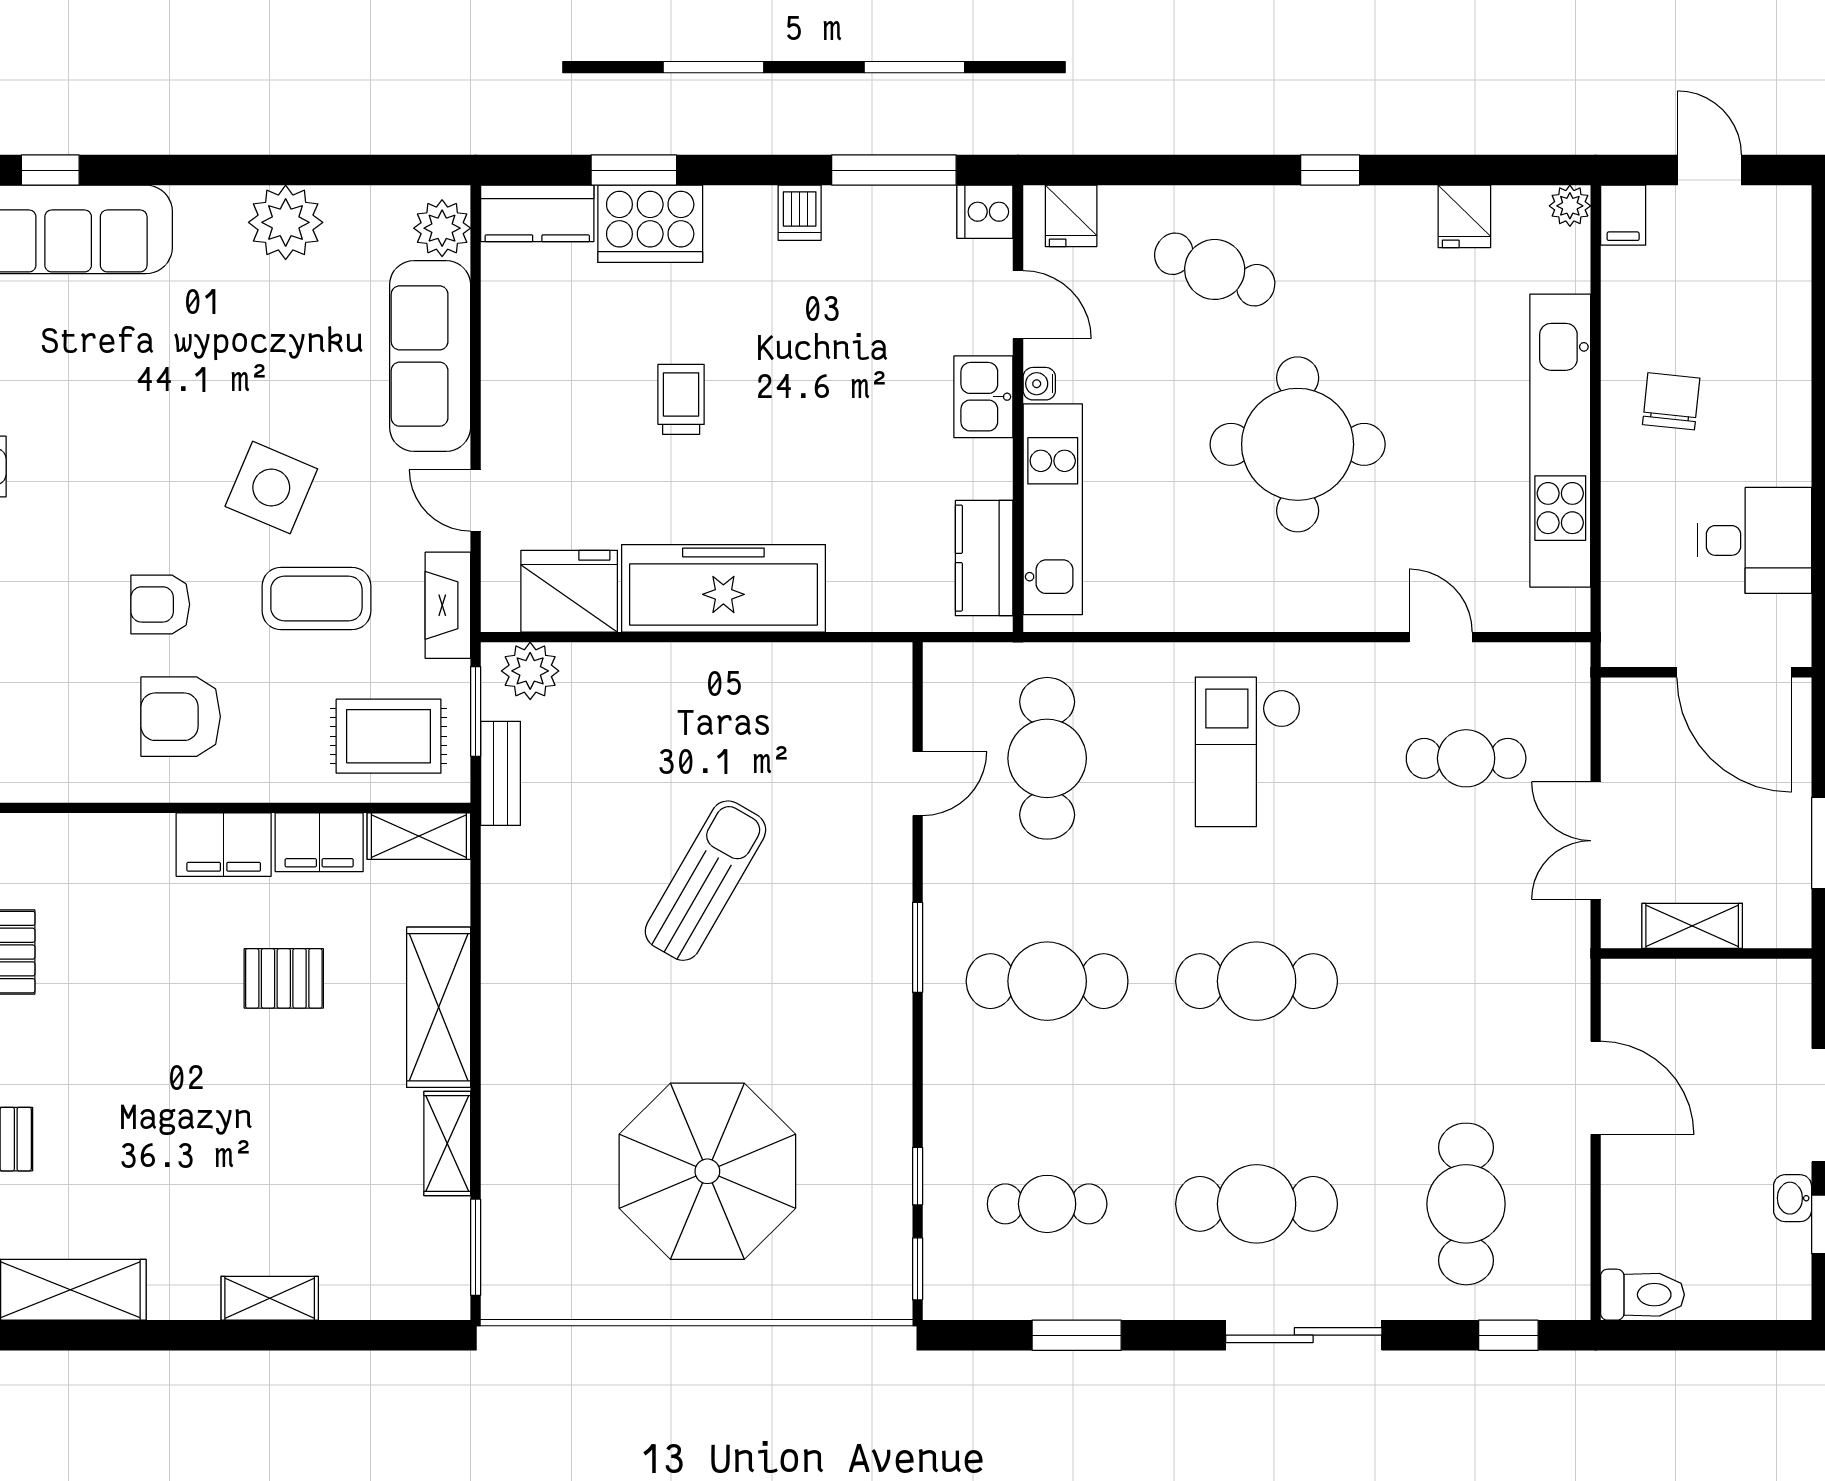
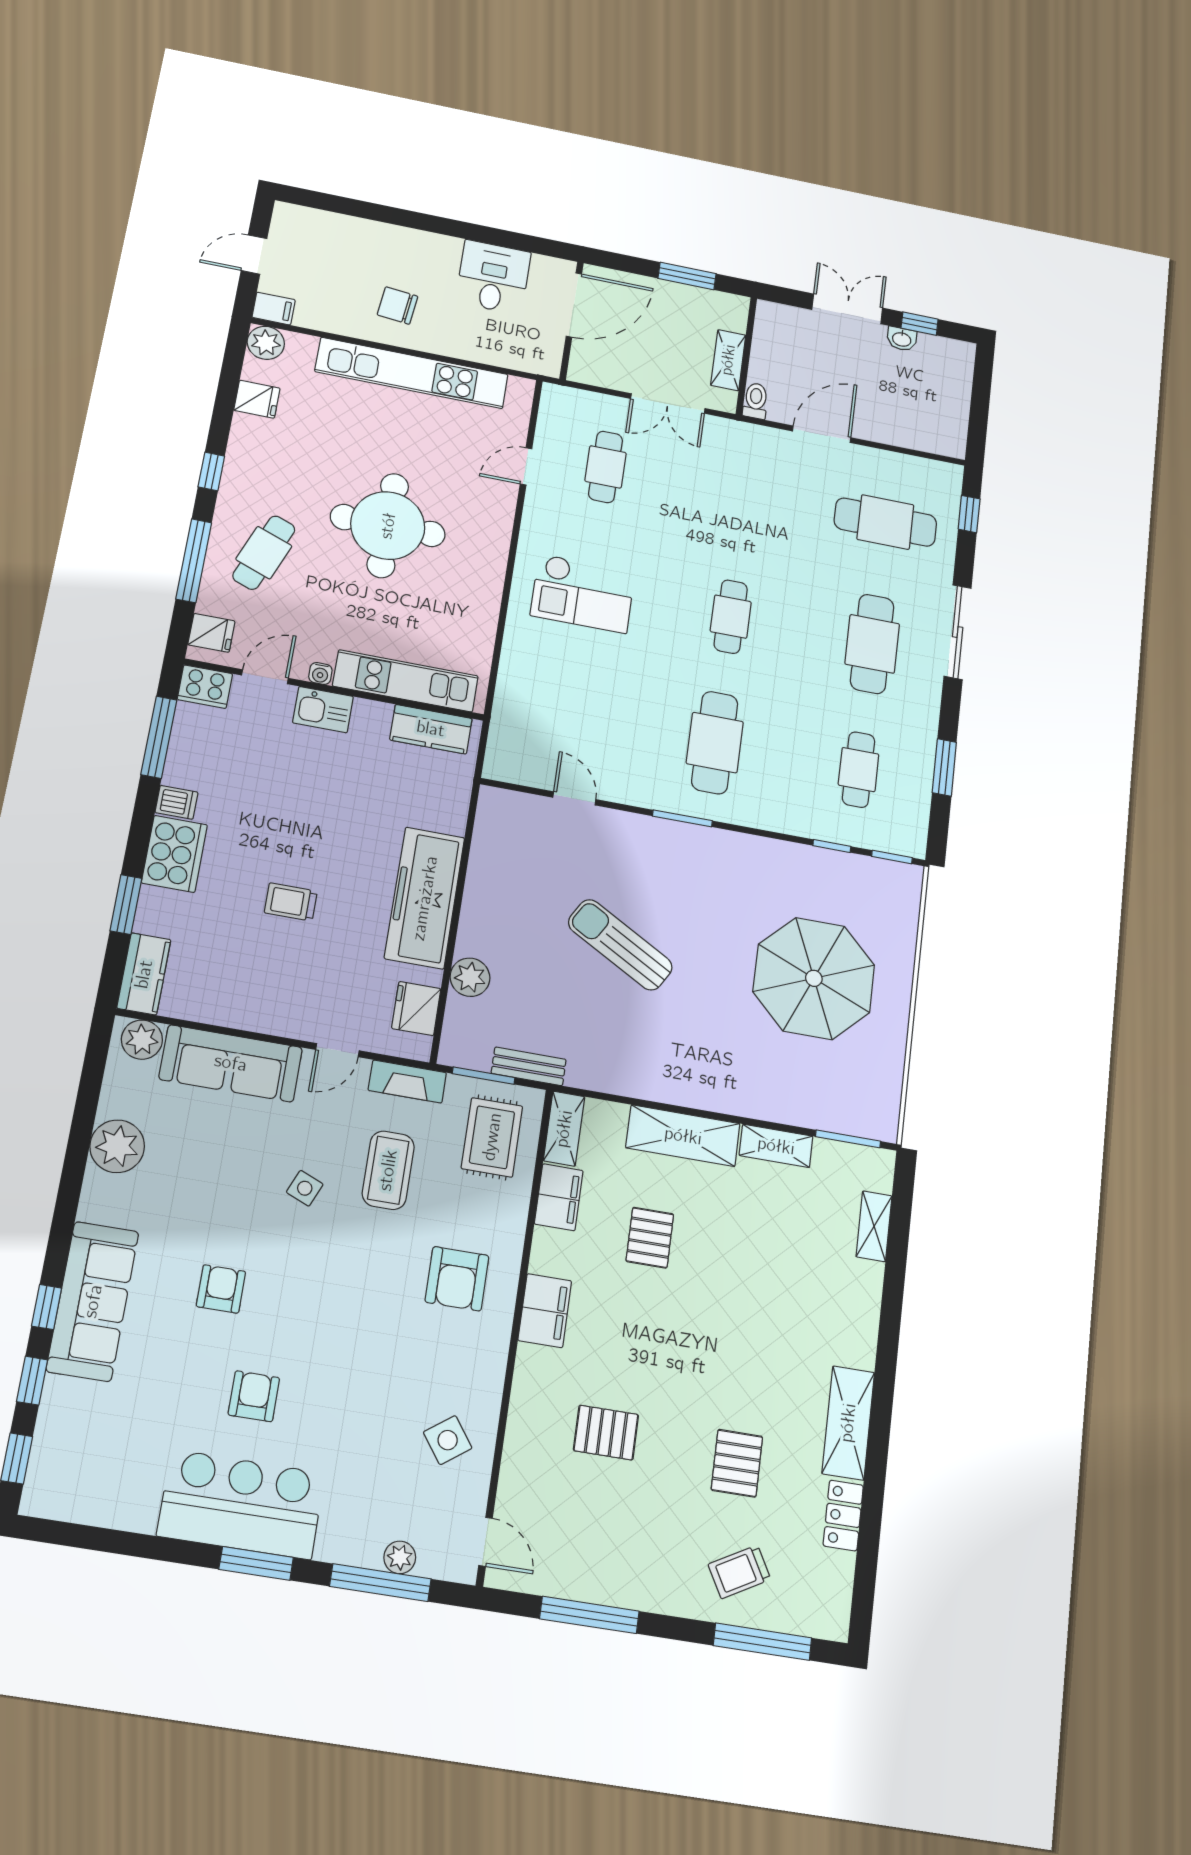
window: (1180, 170) -> (194, 561), added
plant: (1570, 206) -> (266, 343), width x1.38, depth x1.38
cooker: (985, 212) -> (205, 687), width x1.36
cooker: (650, 224) -> (174, 854), moved
side table: (271, 488) -> (305, 1188), width x0.54, depth x0.54
fridge: (569, 591) -> (416, 1009), width x0.73, depth x0.75
armchair: (160, 604) -> (221, 1289), moved, turned 180
plant: (530, 671) -> (470, 977), moved
cafe table: (1047, 758) -> (569, 715), removed
filing cabinet: (224, 845) -> (545, 1311), moved
cafe table: (1257, 981) -> (731, 617), width x0.73, depth x0.74
toilet: (1642, 1295) -> (756, 401), moved, width x0.73, depth x0.72
shelving: (270, 1298) -> (874, 1226), moved

